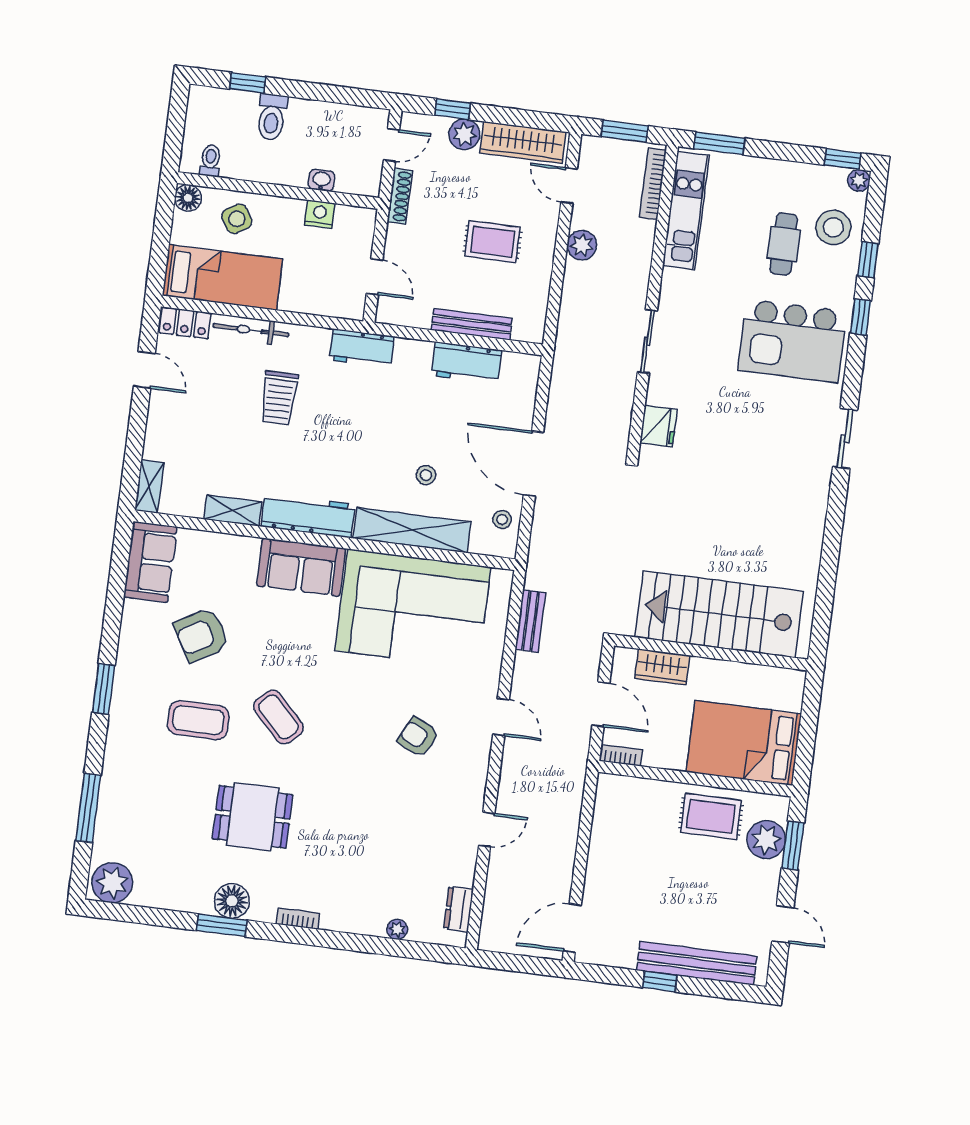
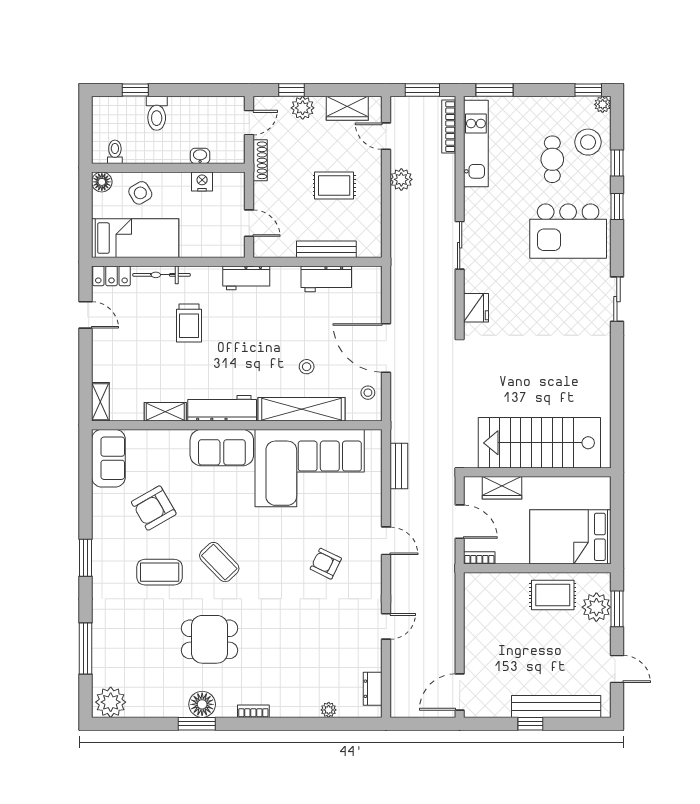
wardrobe: (523, 143) -> (347, 108), width x0.67

